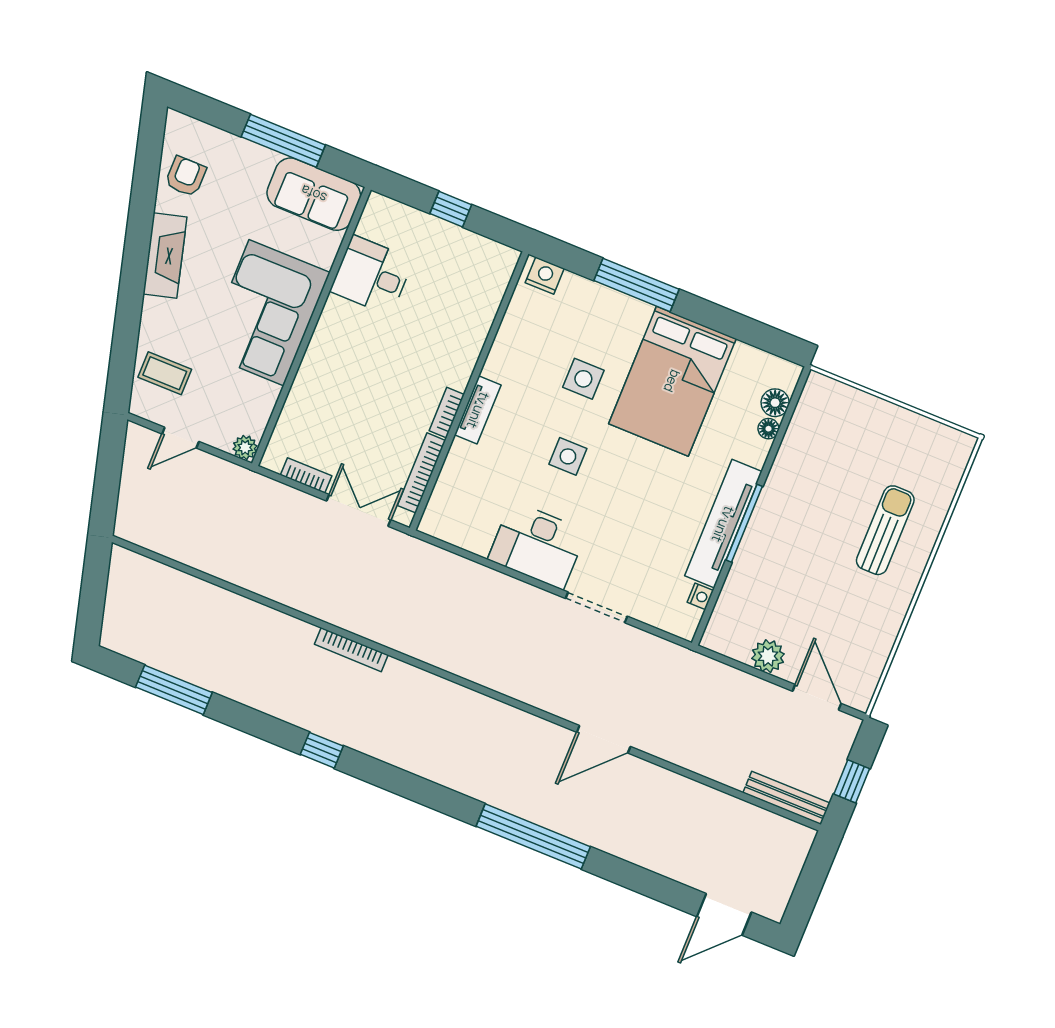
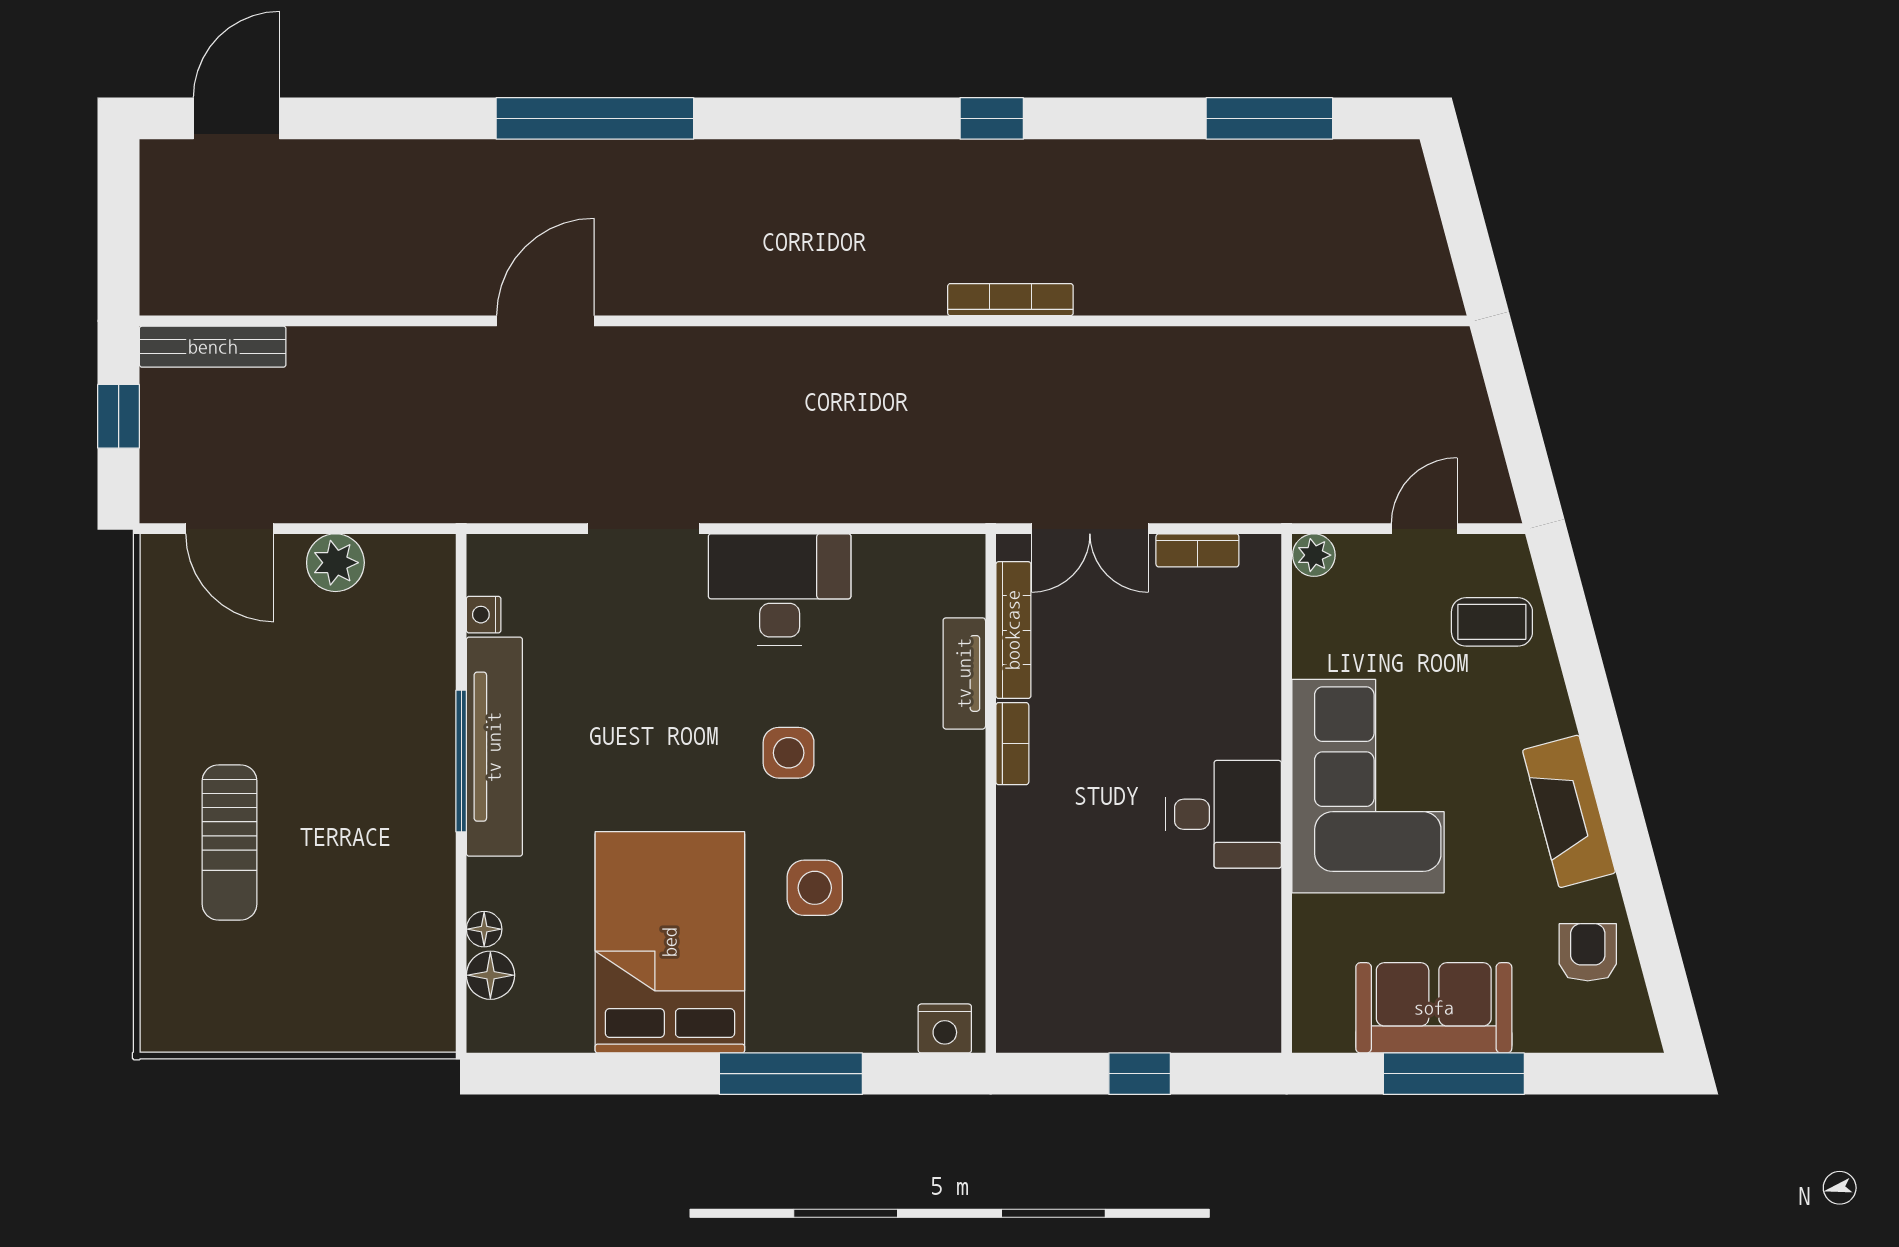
armchair: (186, 176) -> (1588, 952), turned 180
sofa: (314, 194) -> (1434, 1008), moved
desk: (372, 275) -> (1223, 814), moved
tv unit: (478, 410) -> (964, 673), moved

